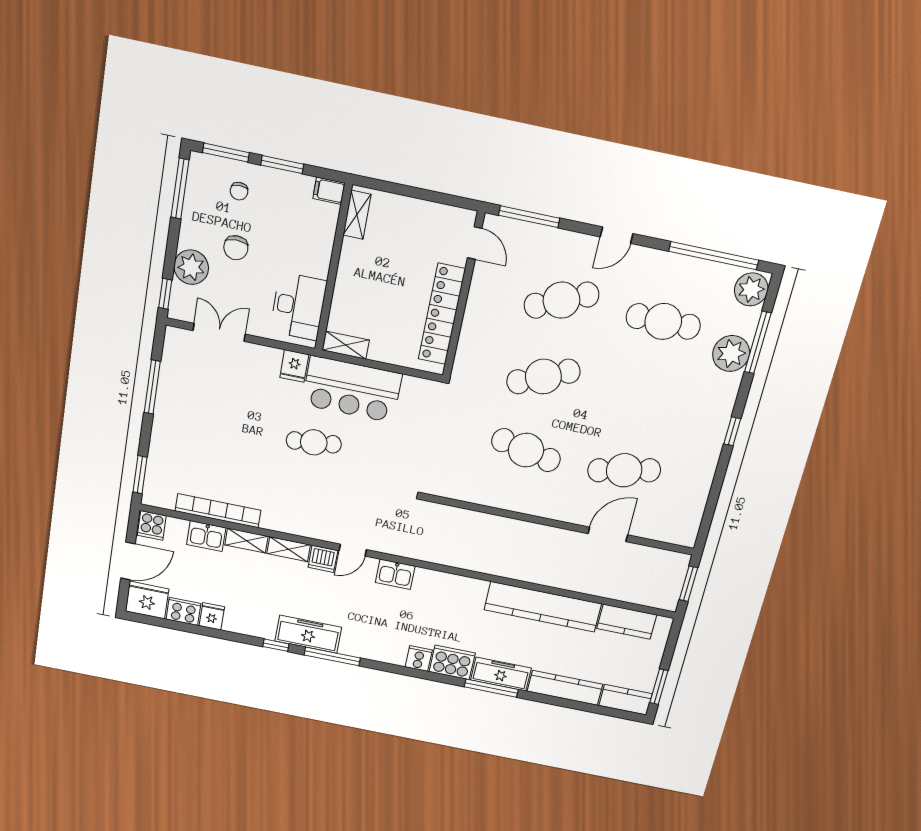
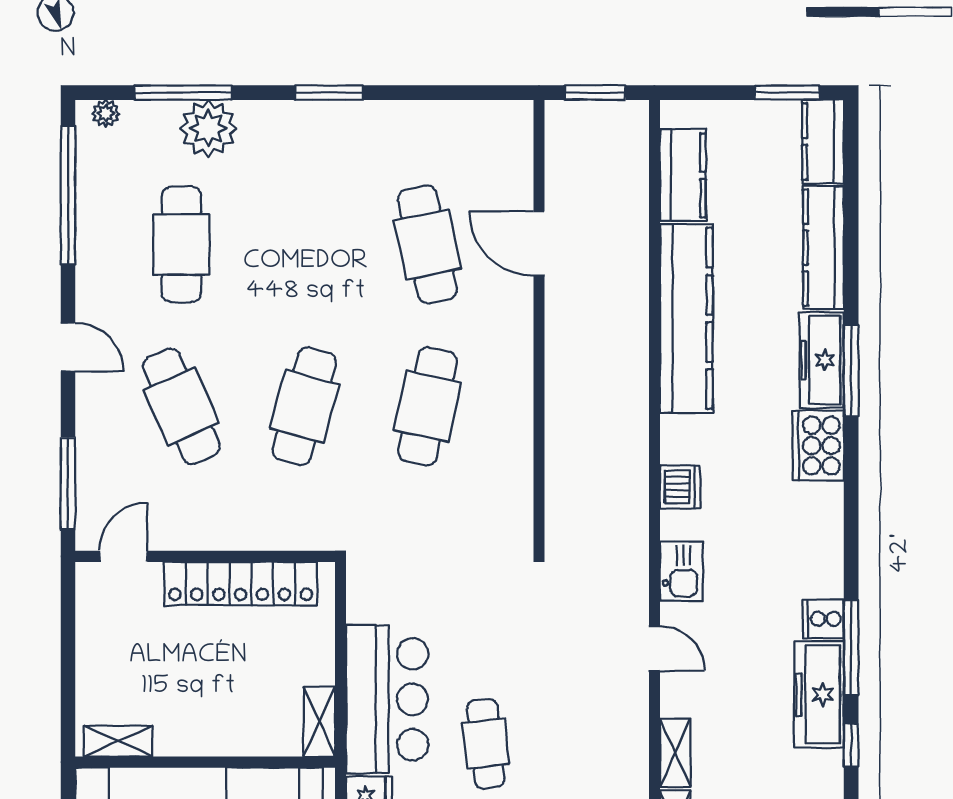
plant: (751, 289) -> (106, 113), width x0.53, depth x0.53
cafe table: (543, 377) -> (304, 406), turned 39
window: (732, 431) -> (329, 93), width x1.50
dishwasher: (323, 559) -> (680, 487), moved
cooker: (419, 659) -> (823, 619), moved

